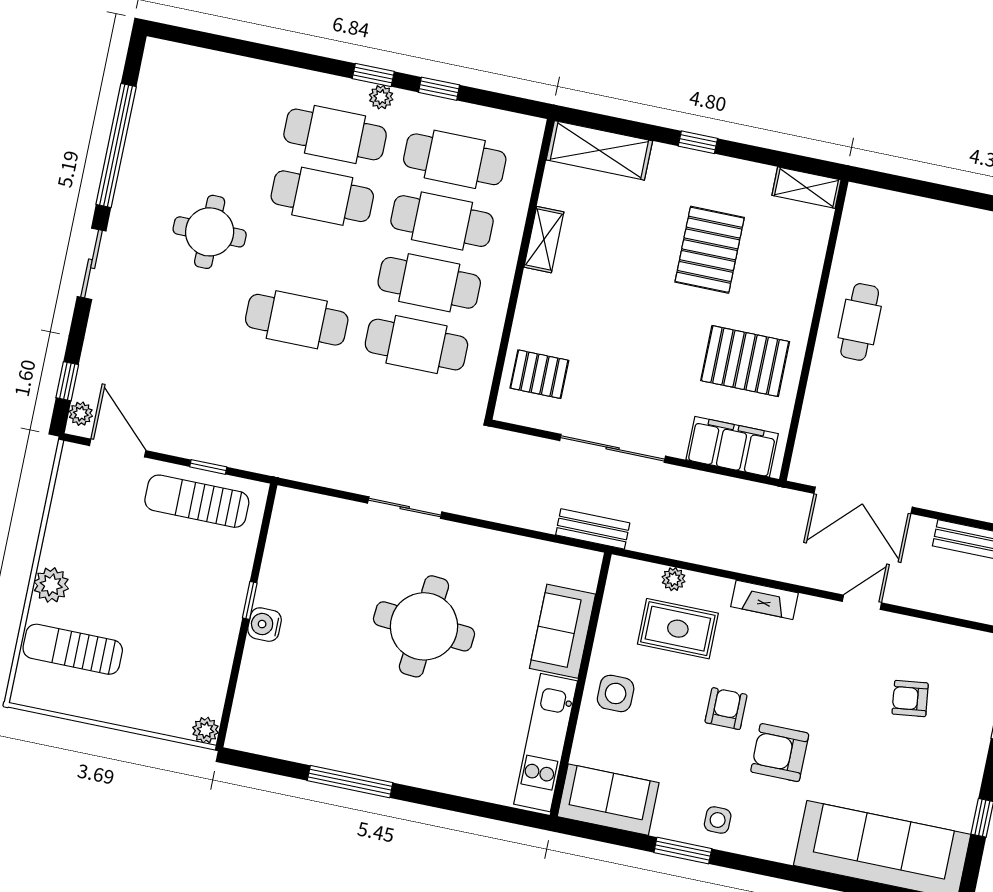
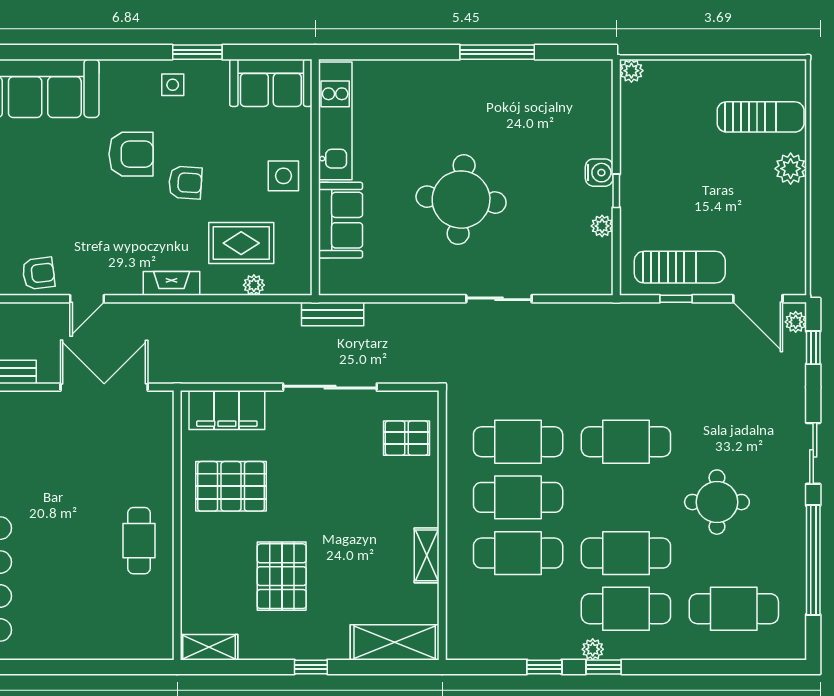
cafe table: (455, 159) -> (734, 609), moved
plant: (274, 565) -> (602, 226), added
armchair: (910, 699) -> (38, 273), moved
armchair: (726, 709) -> (185, 183), turned -86

